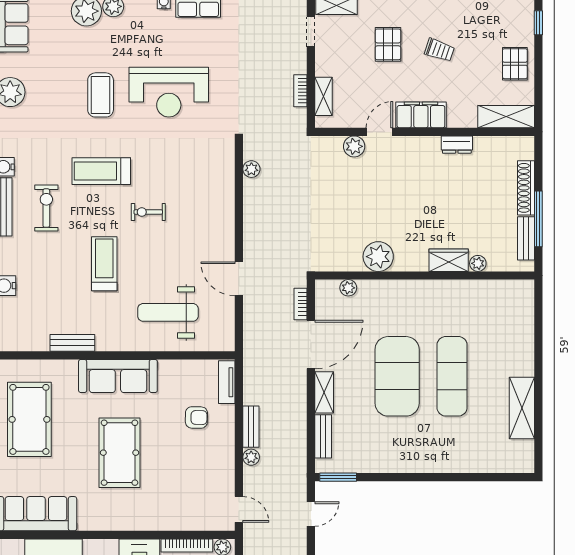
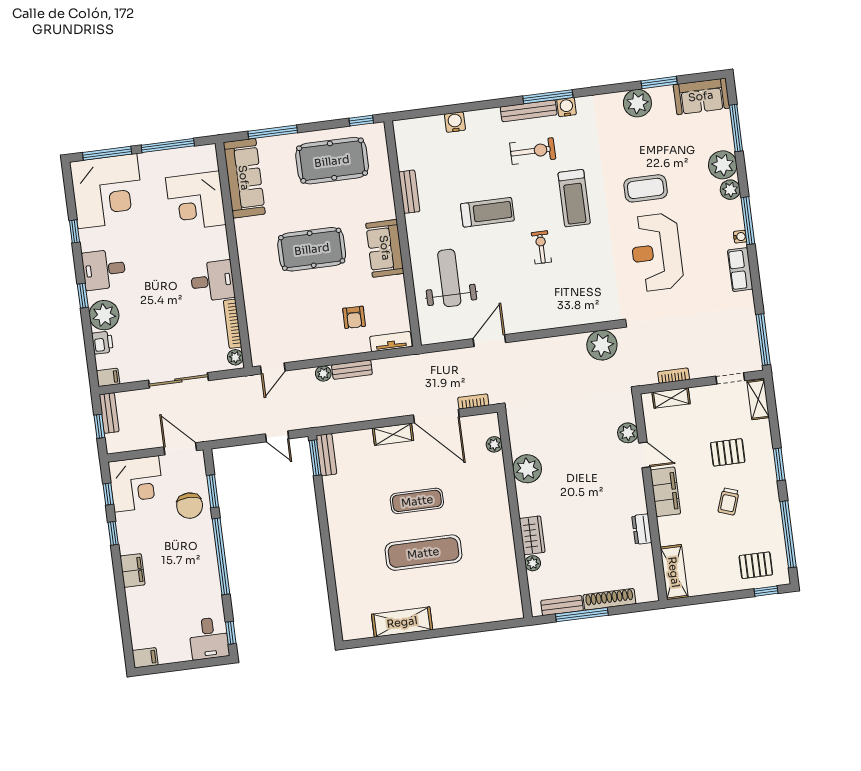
pallet: (515, 64) -> (756, 565), moved
plant: (251, 169) -> (602, 345), width x1.88, depth x1.88
treadmill: (101, 171) -> (574, 198), turned 180
sofa: (118, 376) -> (385, 248), width x0.73
exercise mat: (397, 376) -> (417, 501), width x0.50, depth x0.69
bench: (323, 436) -> (326, 455), moved, turned 90

